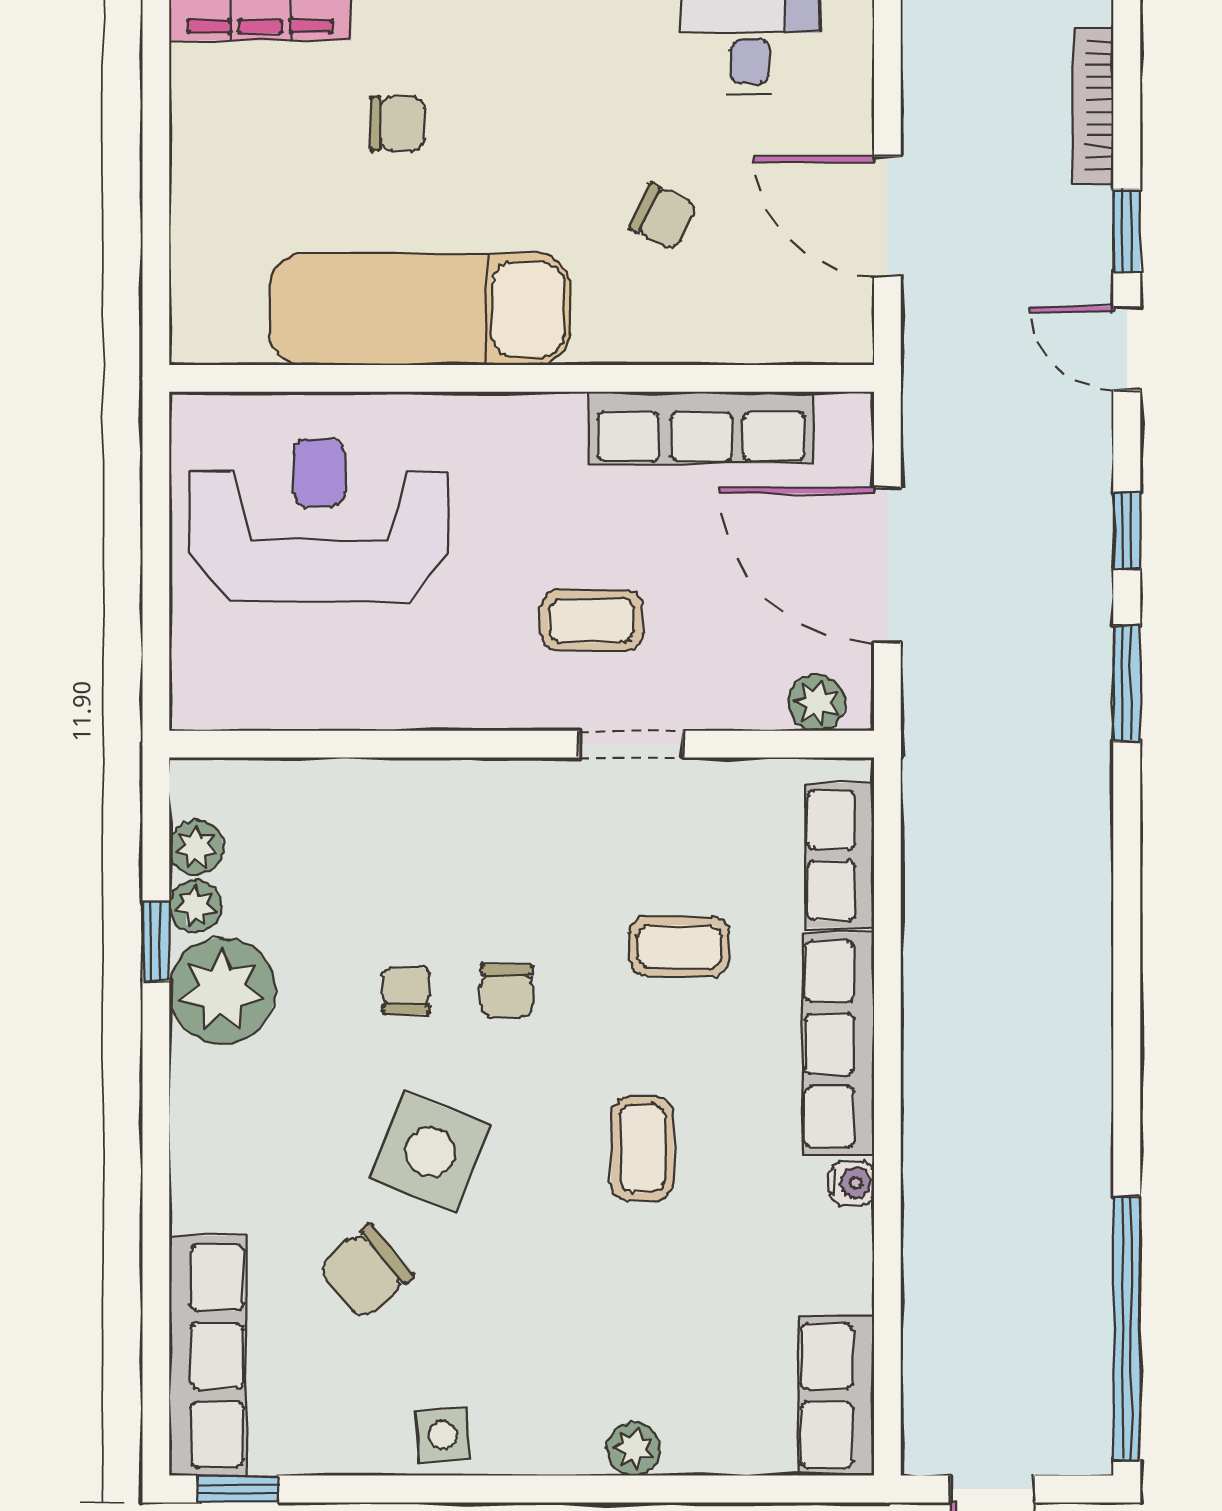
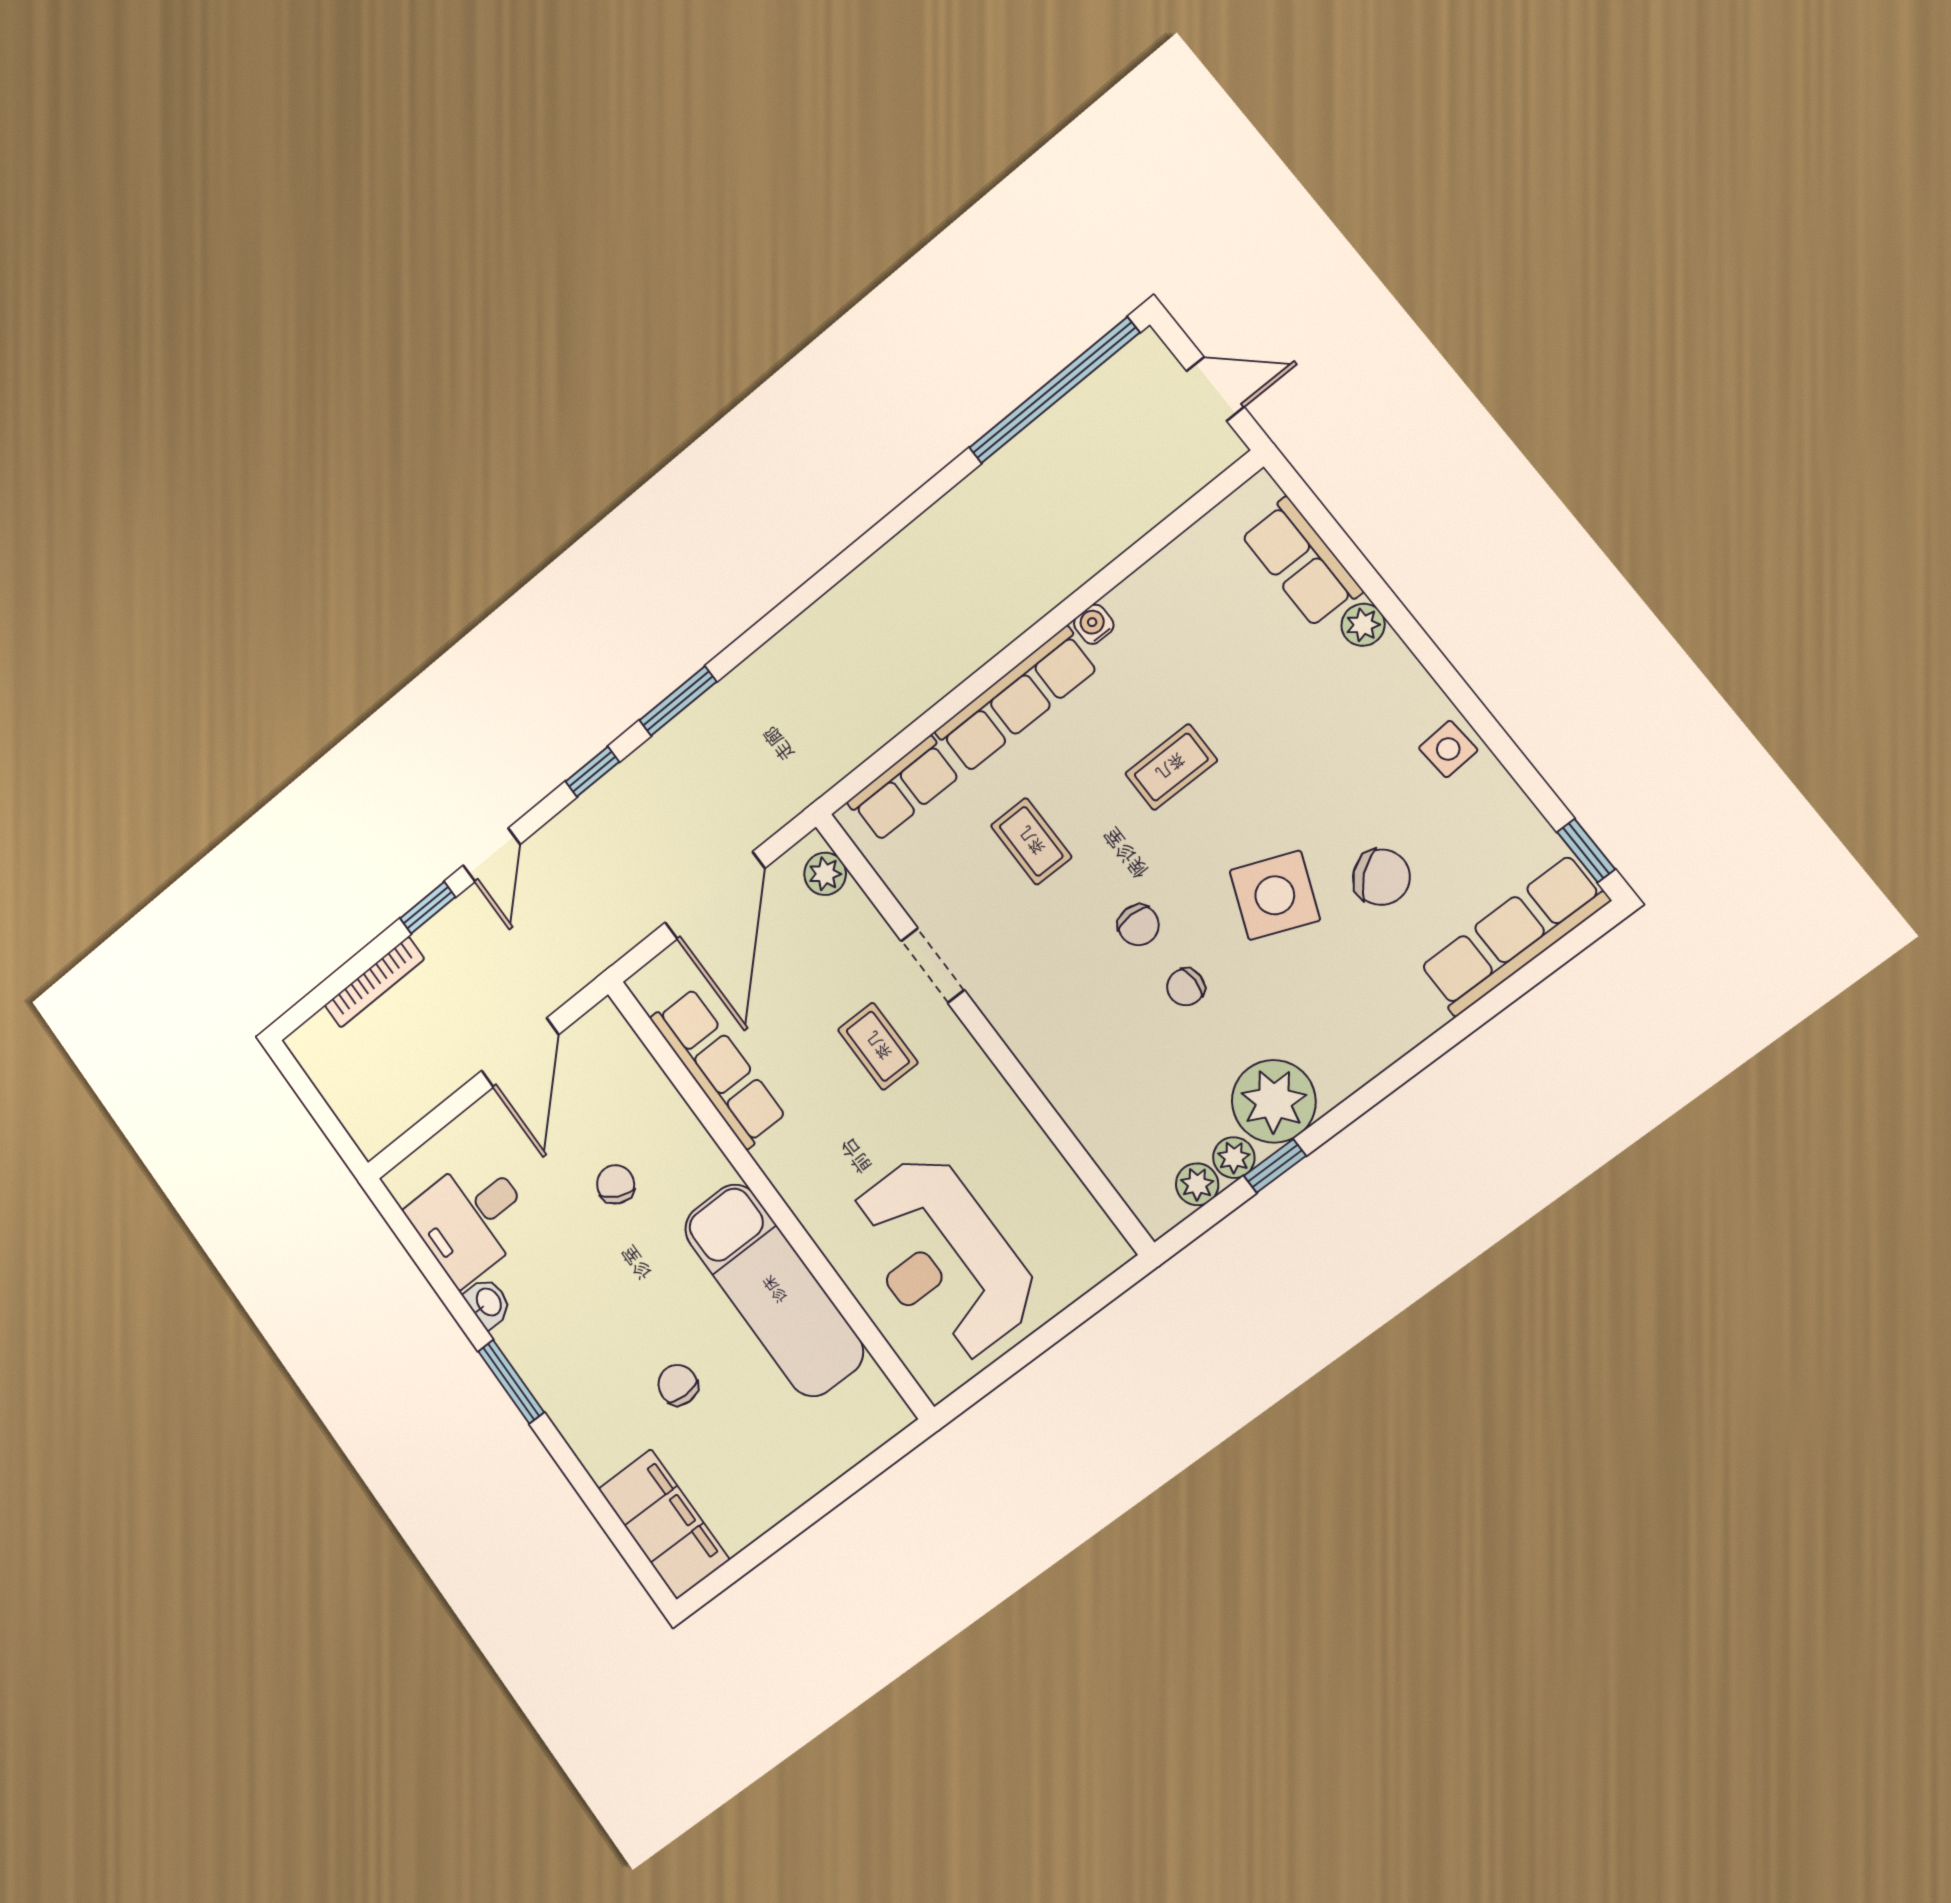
chair: (507, 991) -> (1138, 925), turned 90
row of seats: (836, 1396) -> (1301, 562), moved, turned 90

